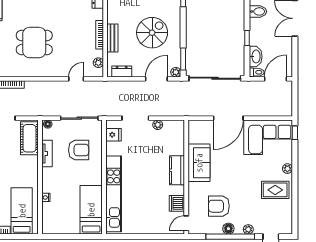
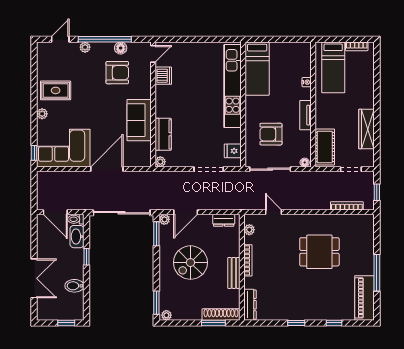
bench: (112, 38) -> (234, 273), moved
door: (76, 79) -> (273, 212), swing flipped
door: (275, 79) -> (55, 212), hinge flipped
plant: (158, 125) -> (160, 162), moved
tv unit: (47, 153) -> (305, 115), moved
kitchen counter: (177, 170) -> (163, 134), moved
floor lamp: (228, 229) -> (121, 48), moved

